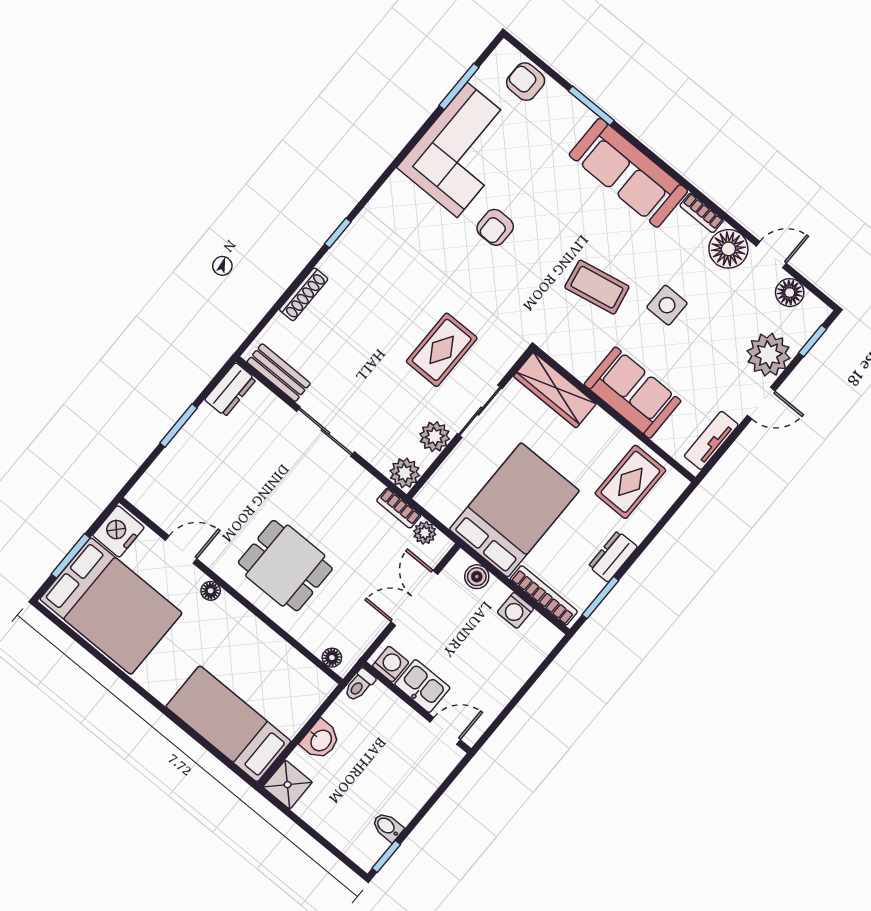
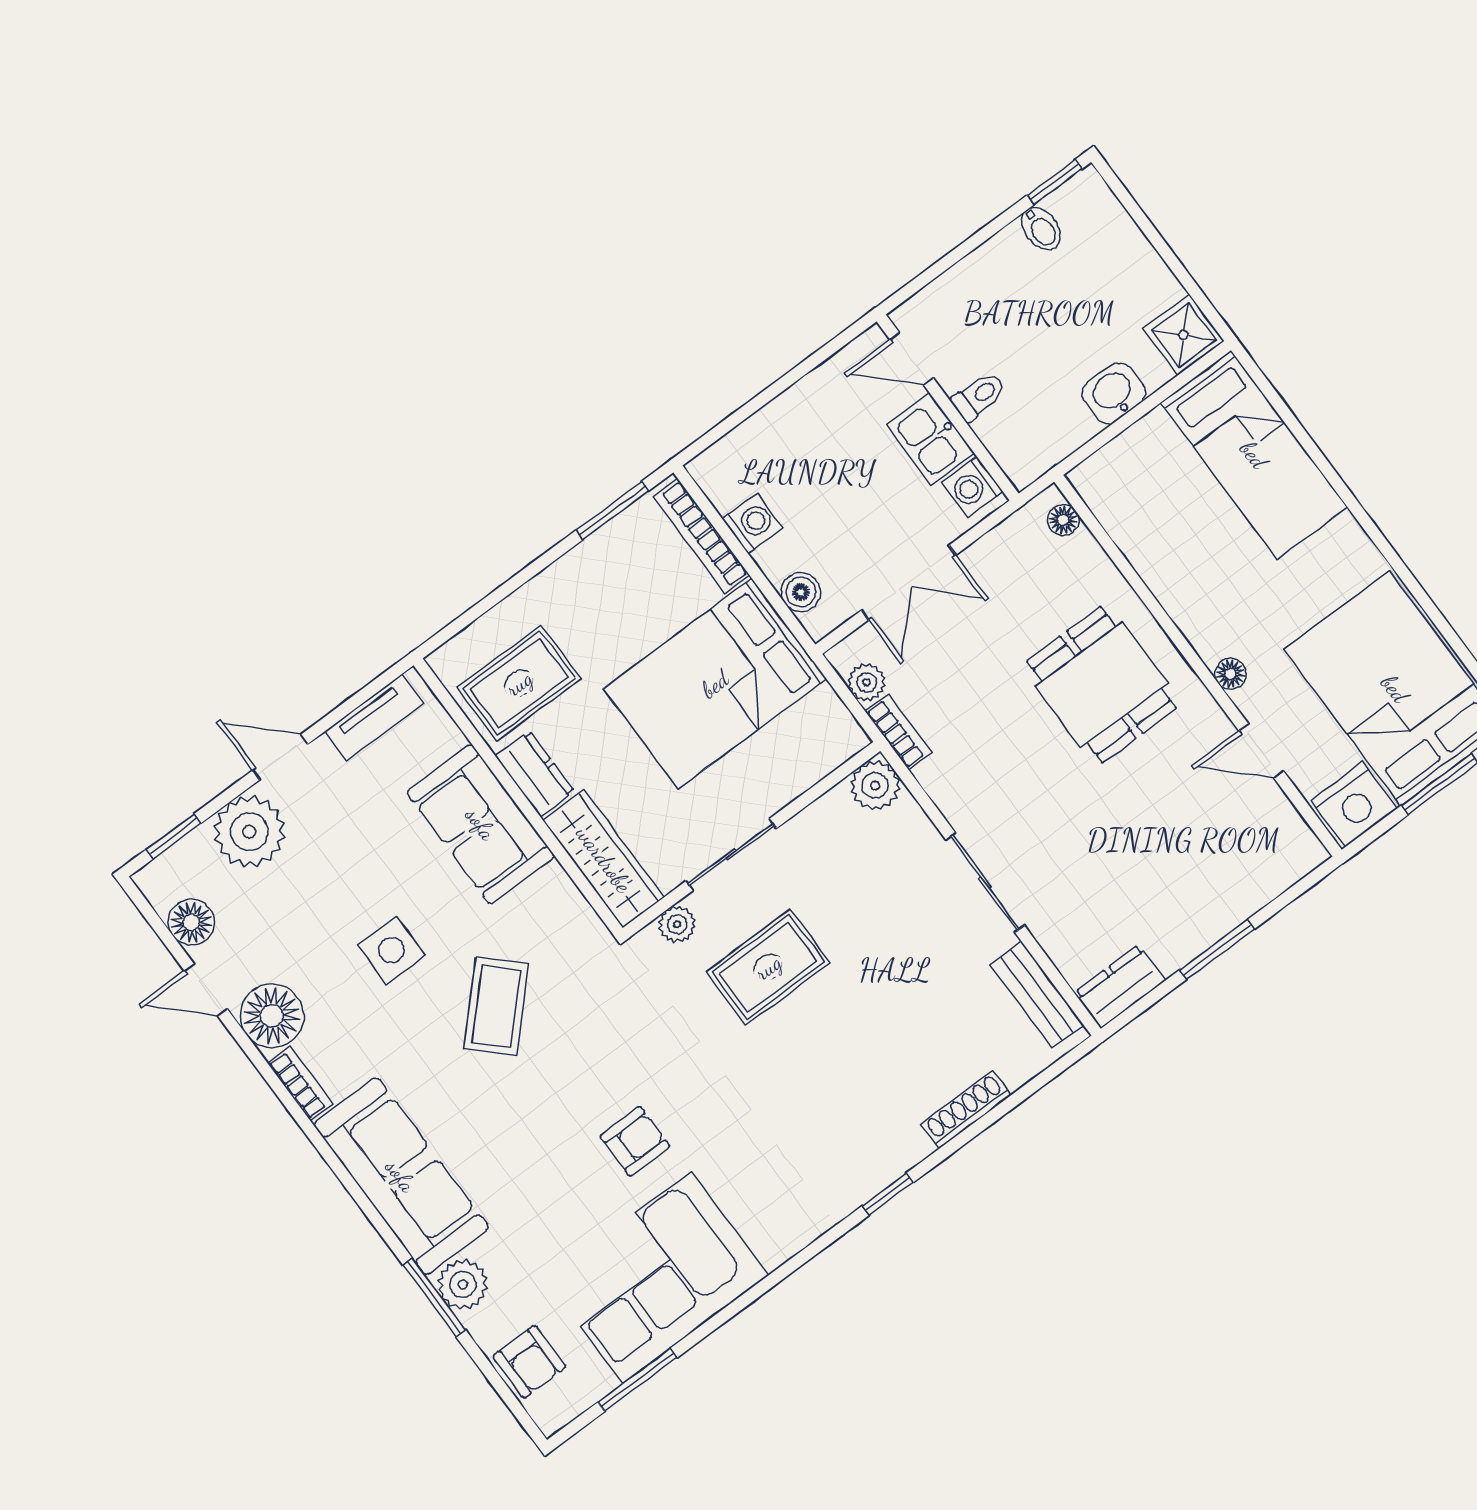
plant: (576, 118) -> (463, 1284), added
coffee table: (597, 287) -> (496, 1006), turned 55
plant: (435, 437) -> (677, 924), moved, width x0.73, depth x0.73
dresser: (613, 556) -> (535, 774), moved, turned -90
toilet: (359, 685) -> (979, 396), moved

